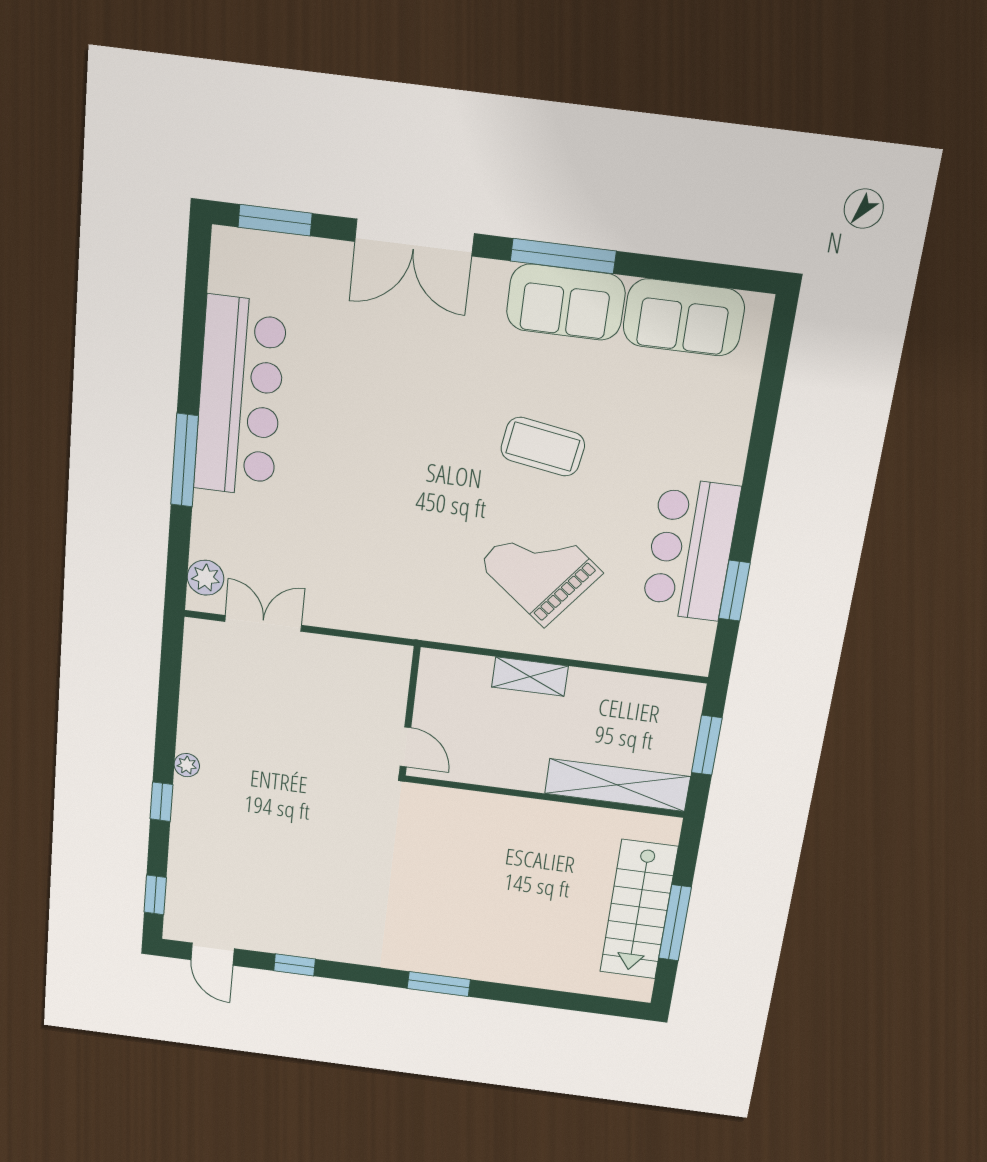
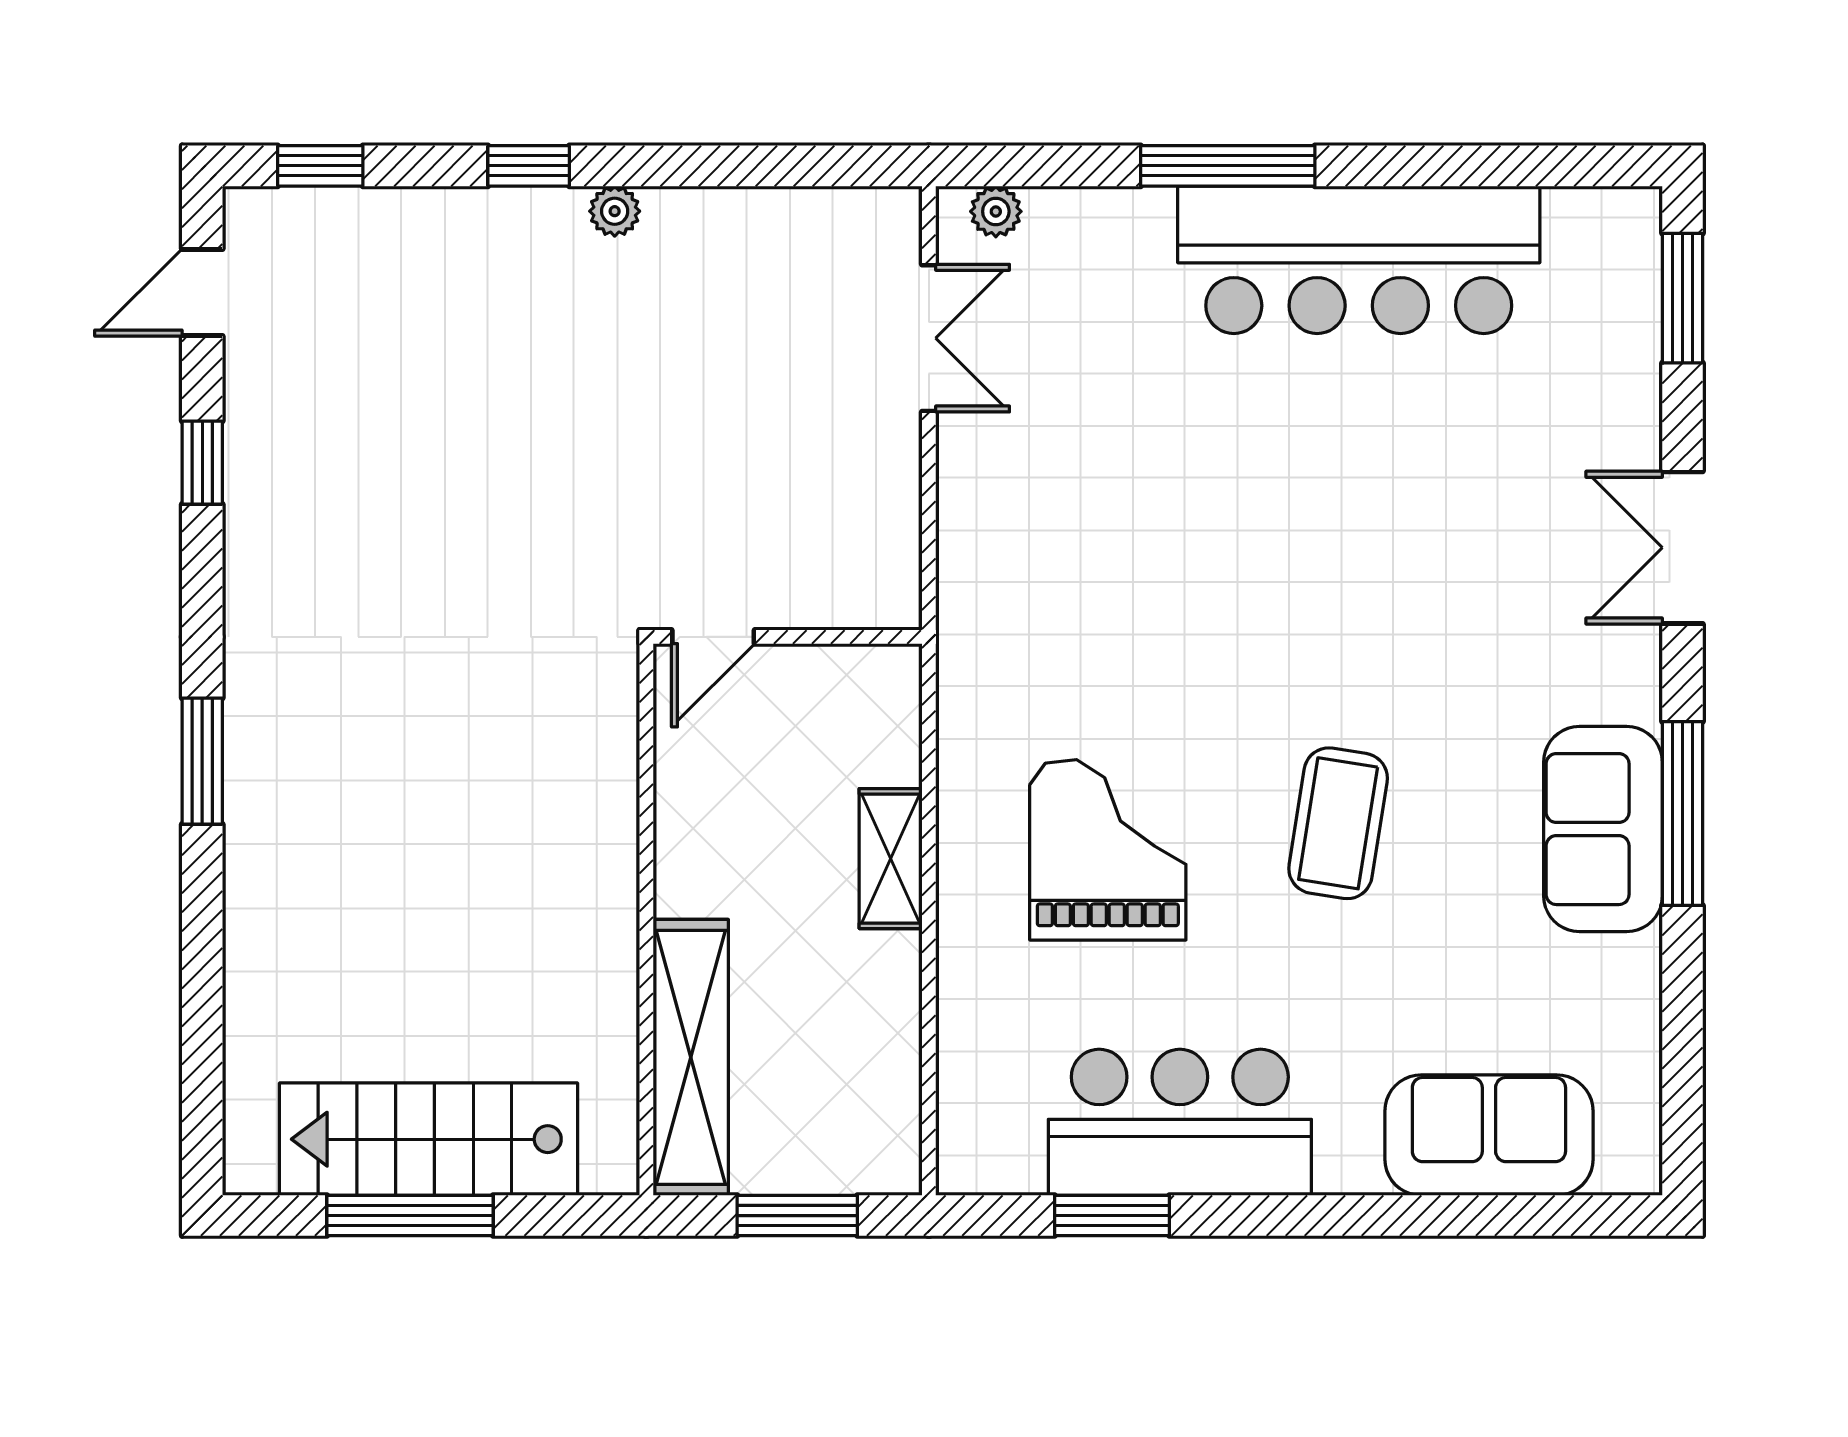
double door: (414, 237) -> (1683, 548), width x0.73
sofa: (684, 317) -> (1489, 1135), moved, turned 90
grand piano: (540, 568) -> (1108, 850), turned -38
plant: (206, 578) -> (996, 211), width x0.73, depth x0.73

